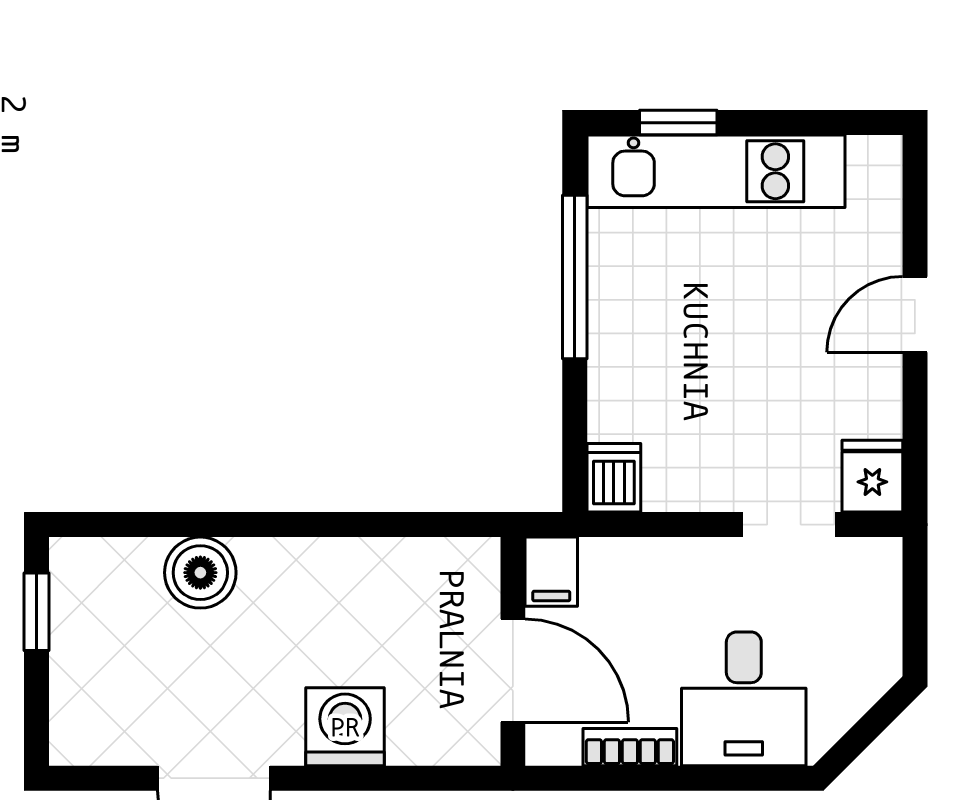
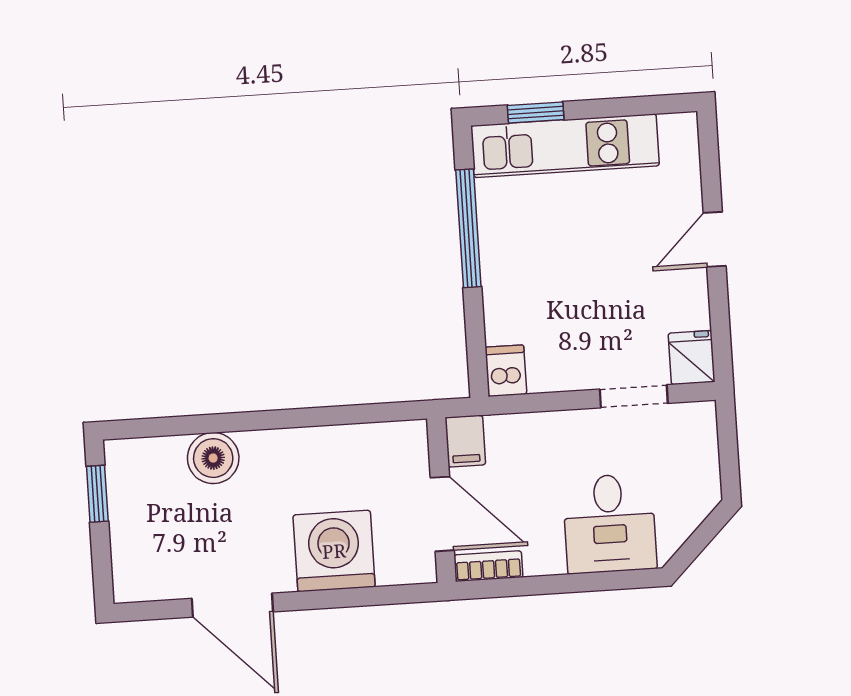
washing machine: (345, 727) -> (334, 551), width x1.37, depth x1.37
bookcase: (630, 747) -> (488, 566), moved

